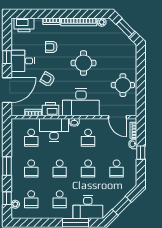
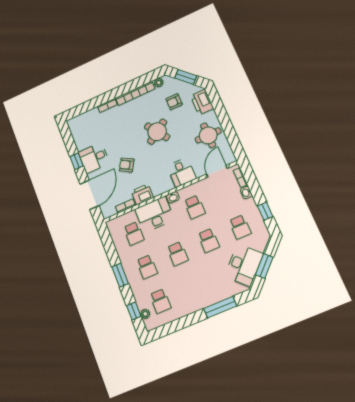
printer: (24, 25) -> (202, 102), moved, turned 90
armchair: (51, 47) -> (174, 102), moved
round table: (83, 63) -> (157, 132), turned -35
desk: (81, 102) -> (182, 172), width x0.53, depth x0.77
door: (117, 117) -> (217, 171), swing flipped
window: (141, 153) -> (265, 211), moved
school desk: (60, 199) -> (192, 288), removed
desk: (88, 207) -> (244, 265), moved, turned -45

